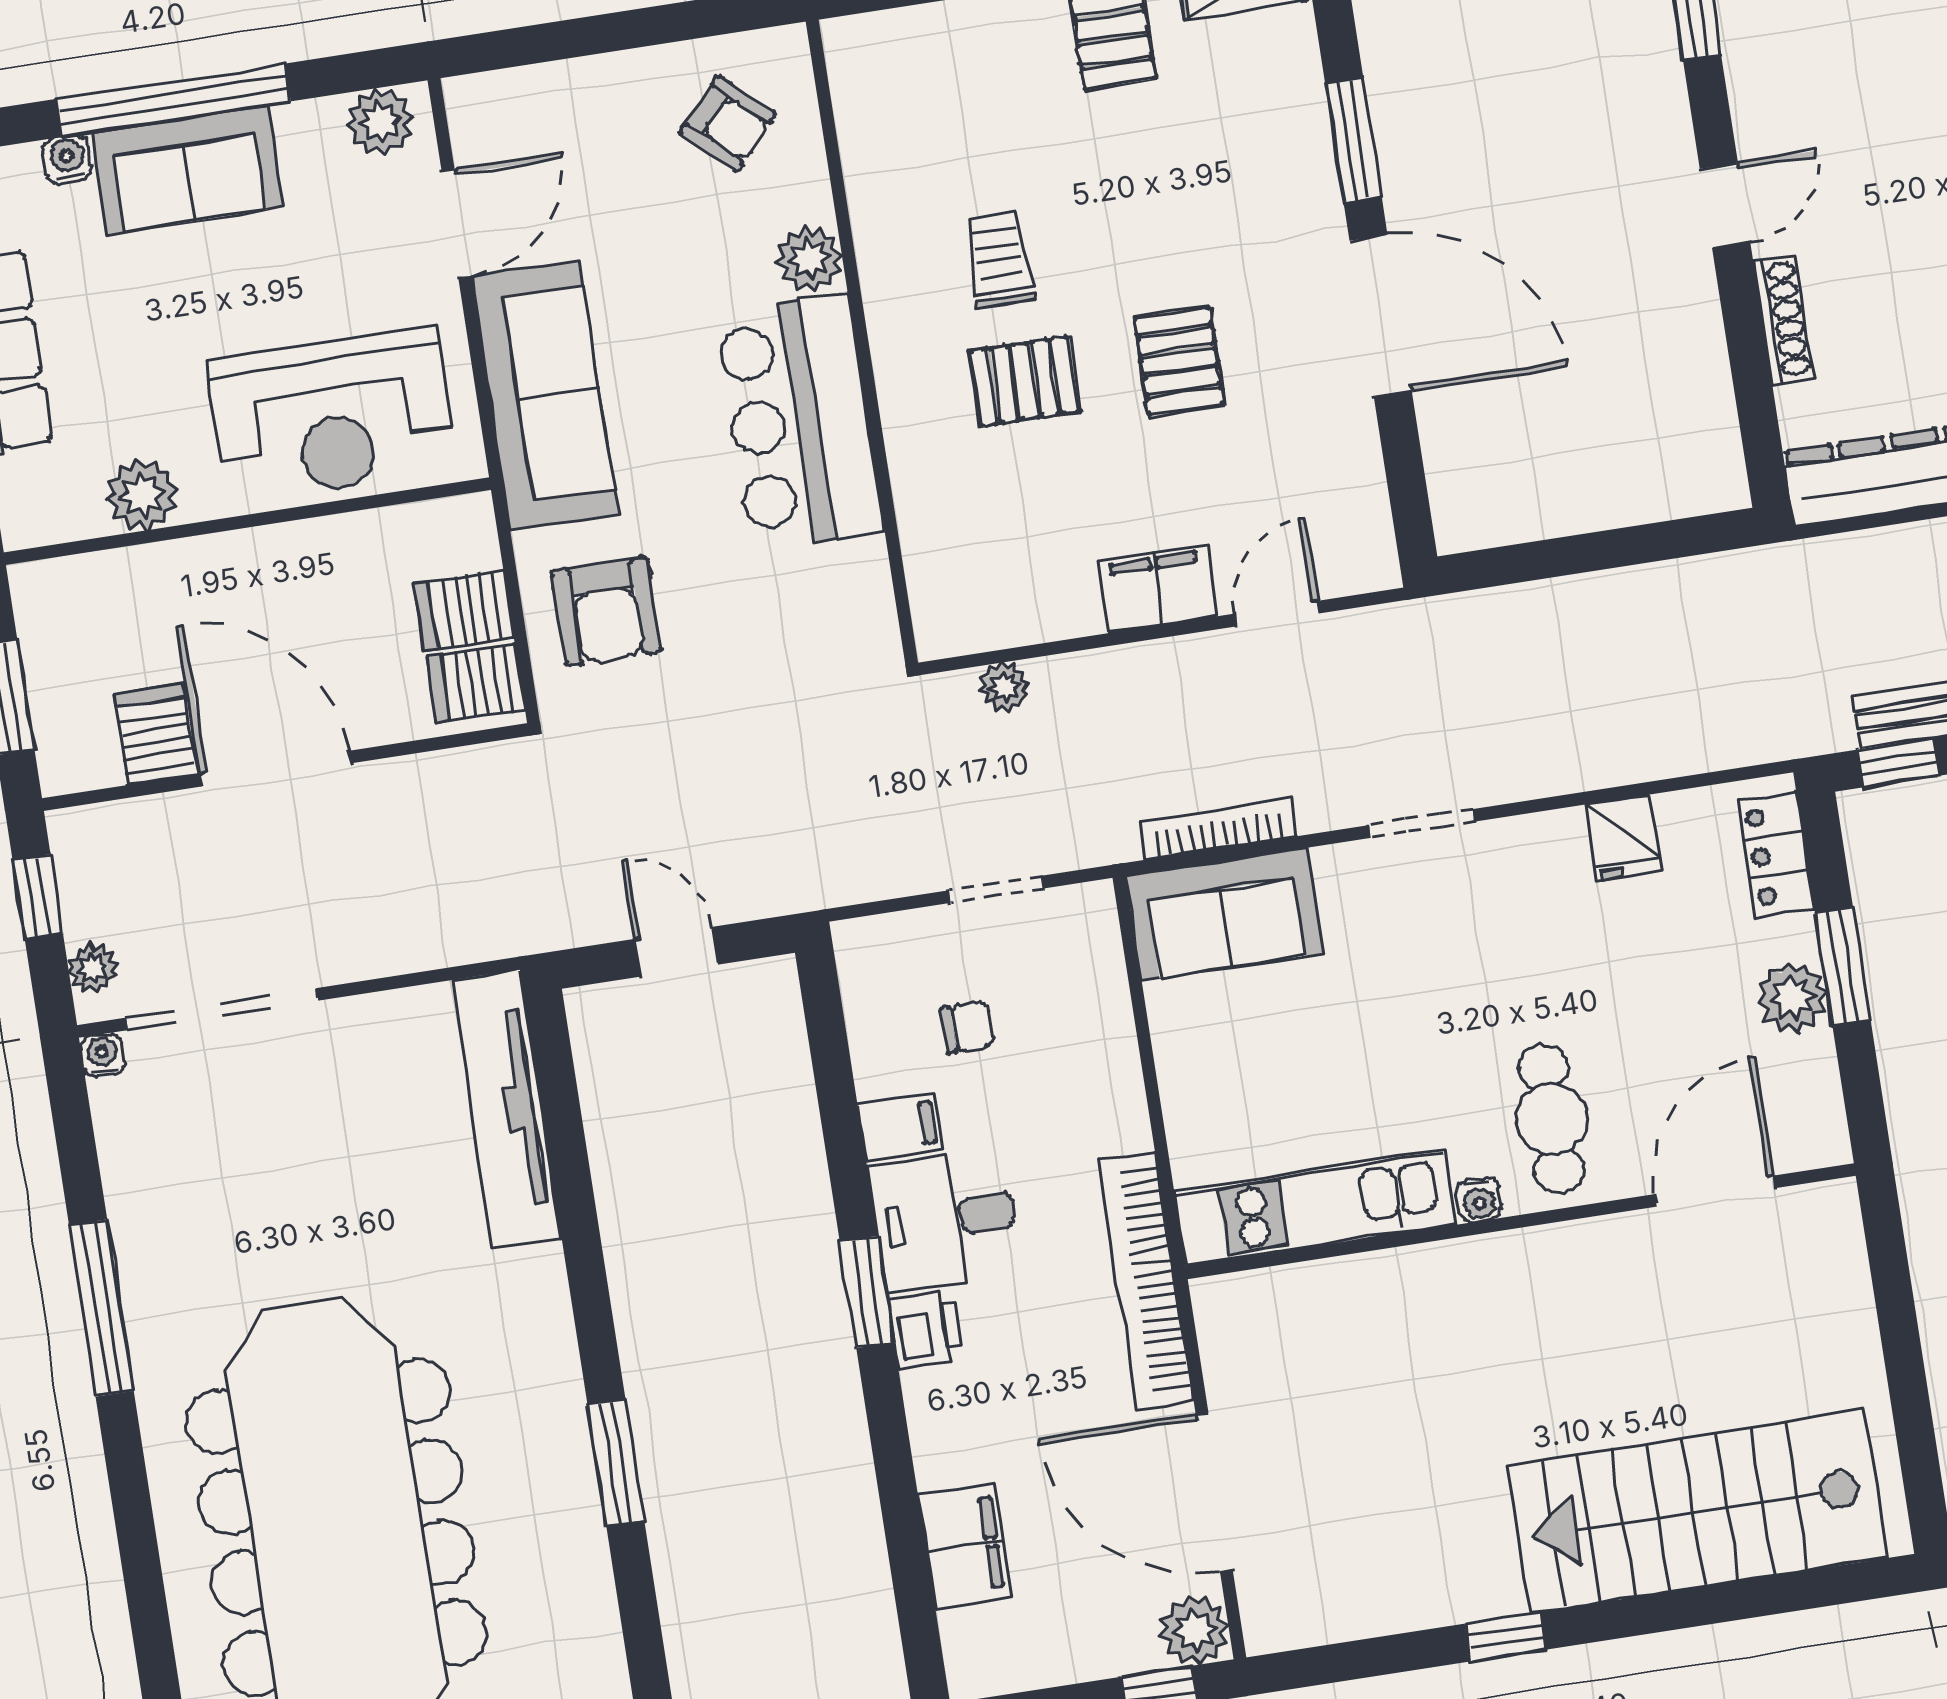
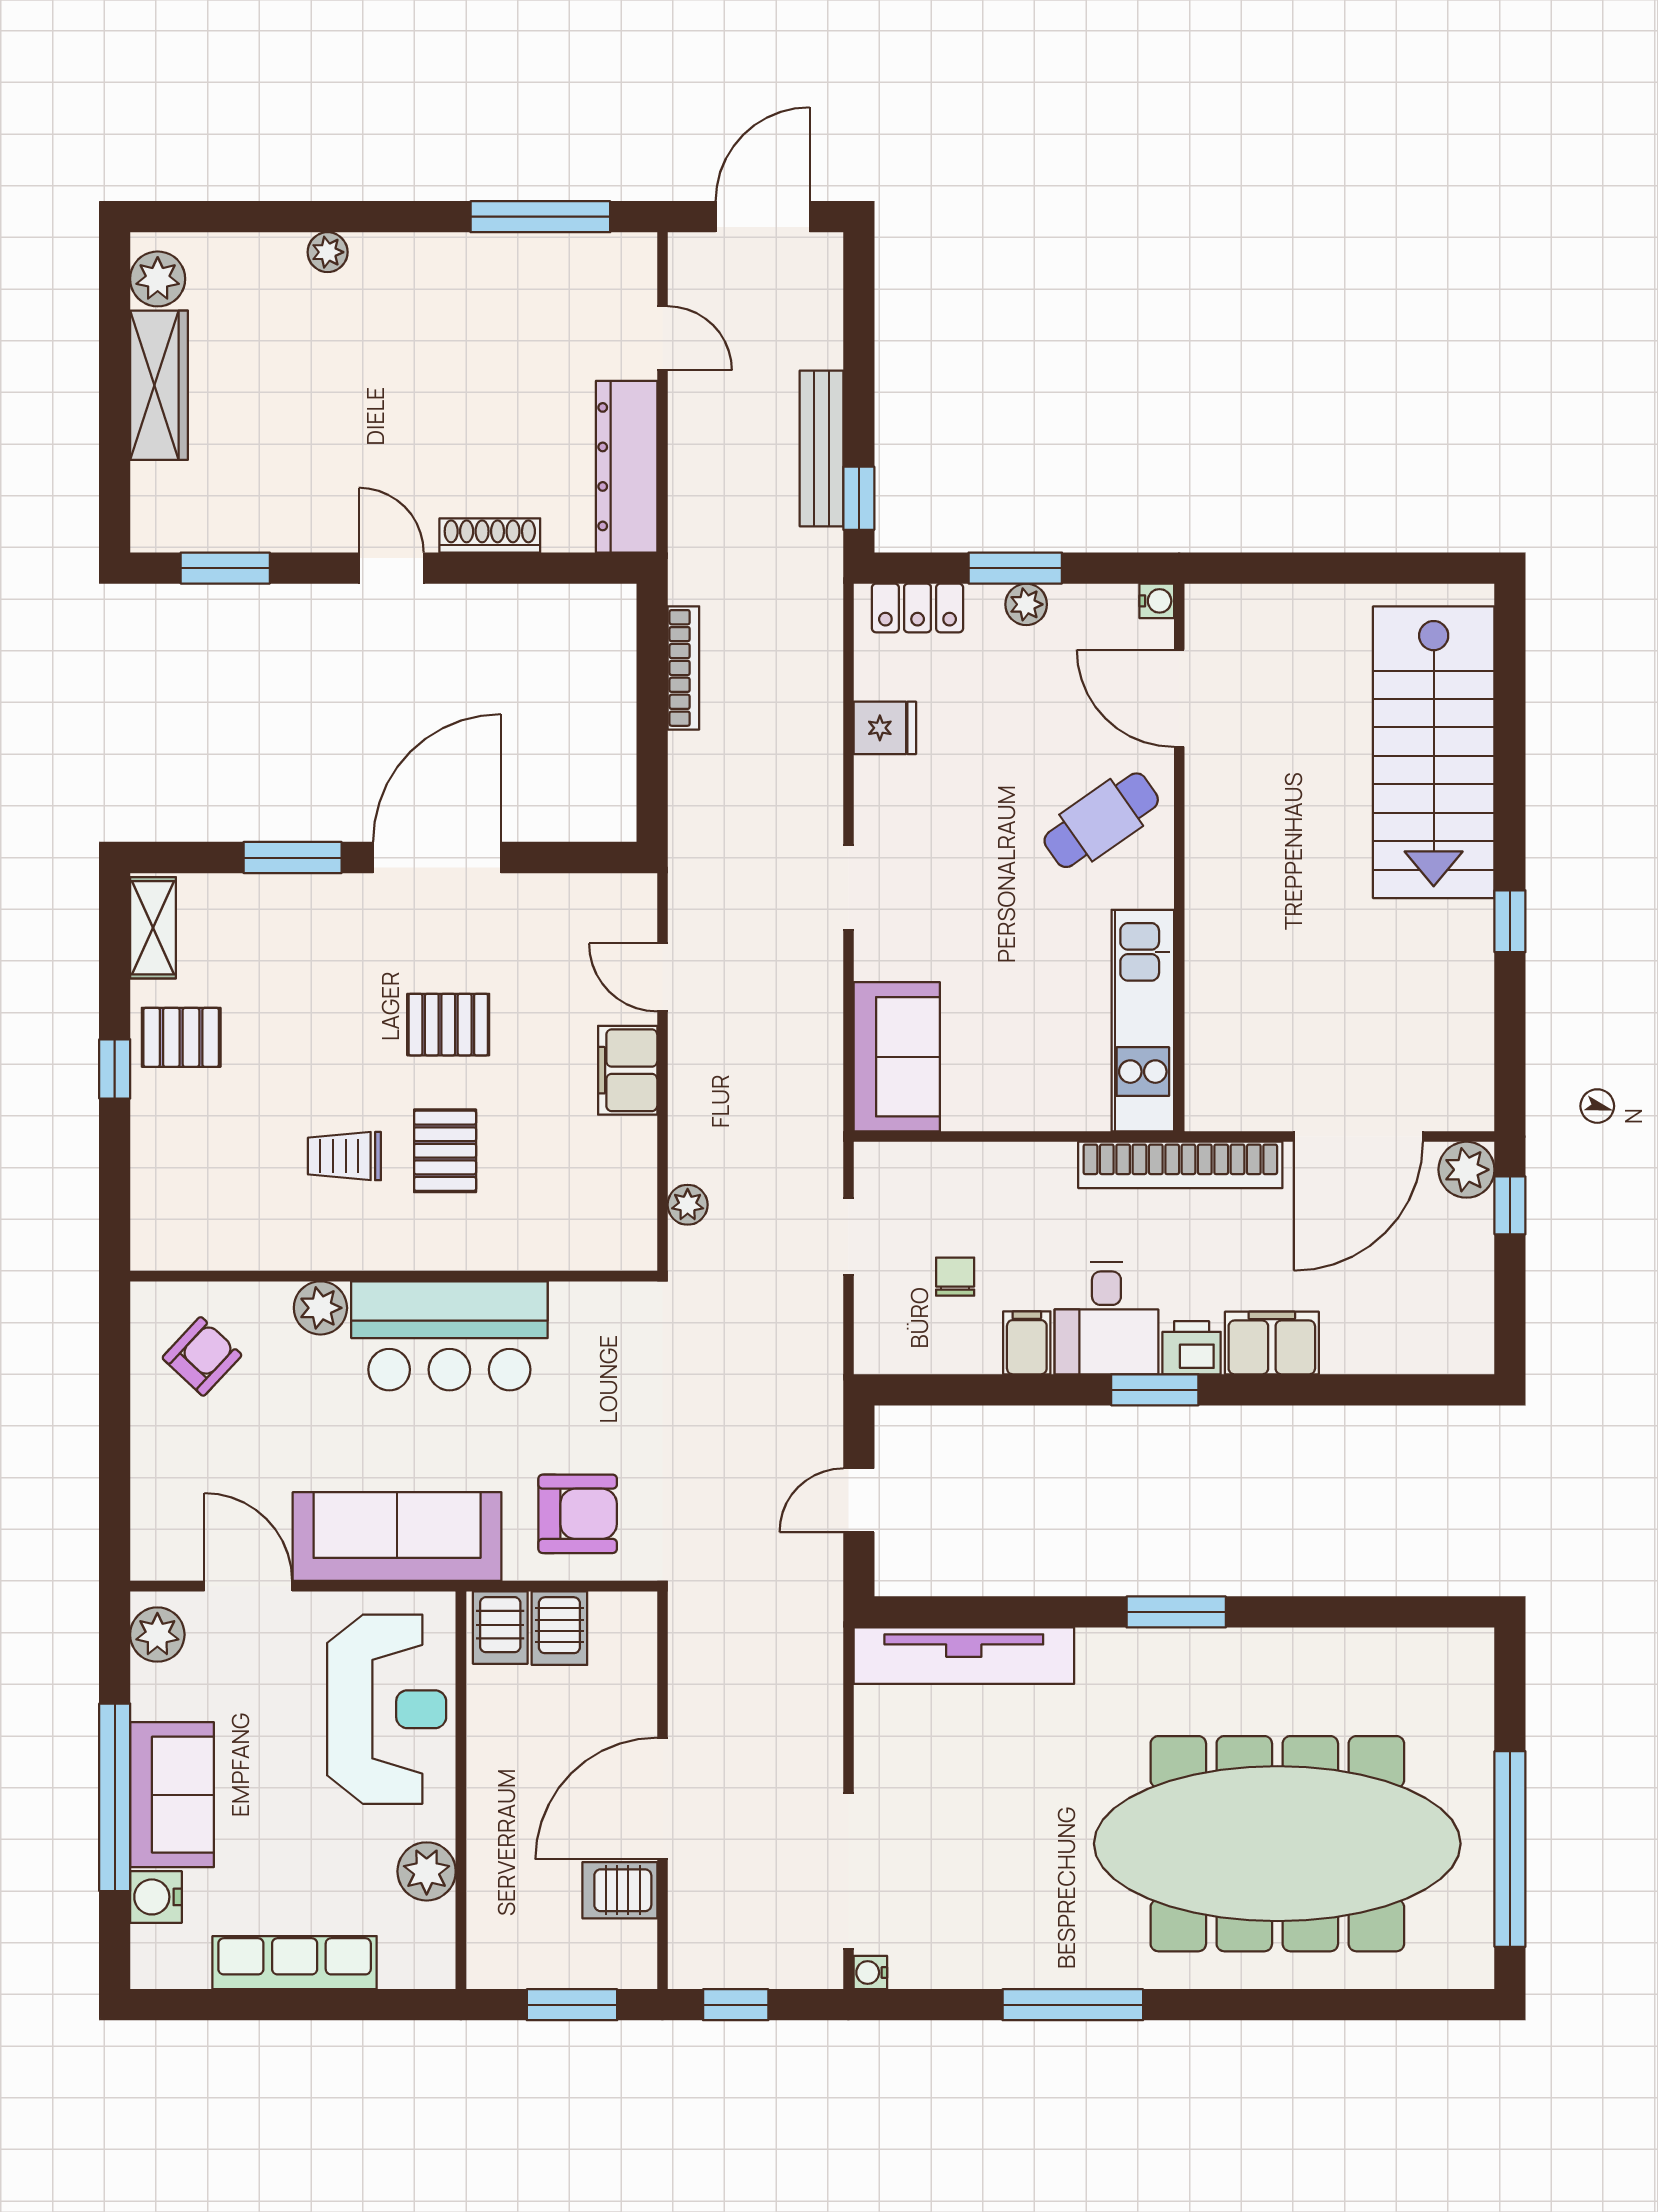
water cooler: (67, 159) -> (156, 1897), width x1.38, depth x1.38
server rack: (476, 683) -> (500, 1628), moved
bookcase: (1219, 829) -> (683, 668), moved, turned 180
plant: (93, 969) -> (800, 1970), removed
plant: (1793, 998) -> (1026, 604), width x0.73, depth x0.73
cafe table: (1552, 1119) -> (1101, 820), turned -35
water cooler: (1479, 1200) -> (1157, 601), moved
window: (616, 1463) -> (1176, 1612), moved
filing cabinet: (965, 1546) -> (1272, 1343), moved

